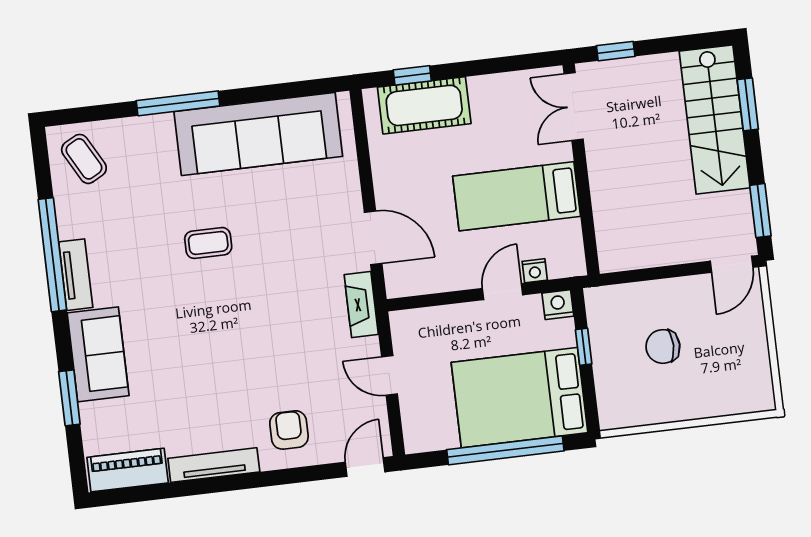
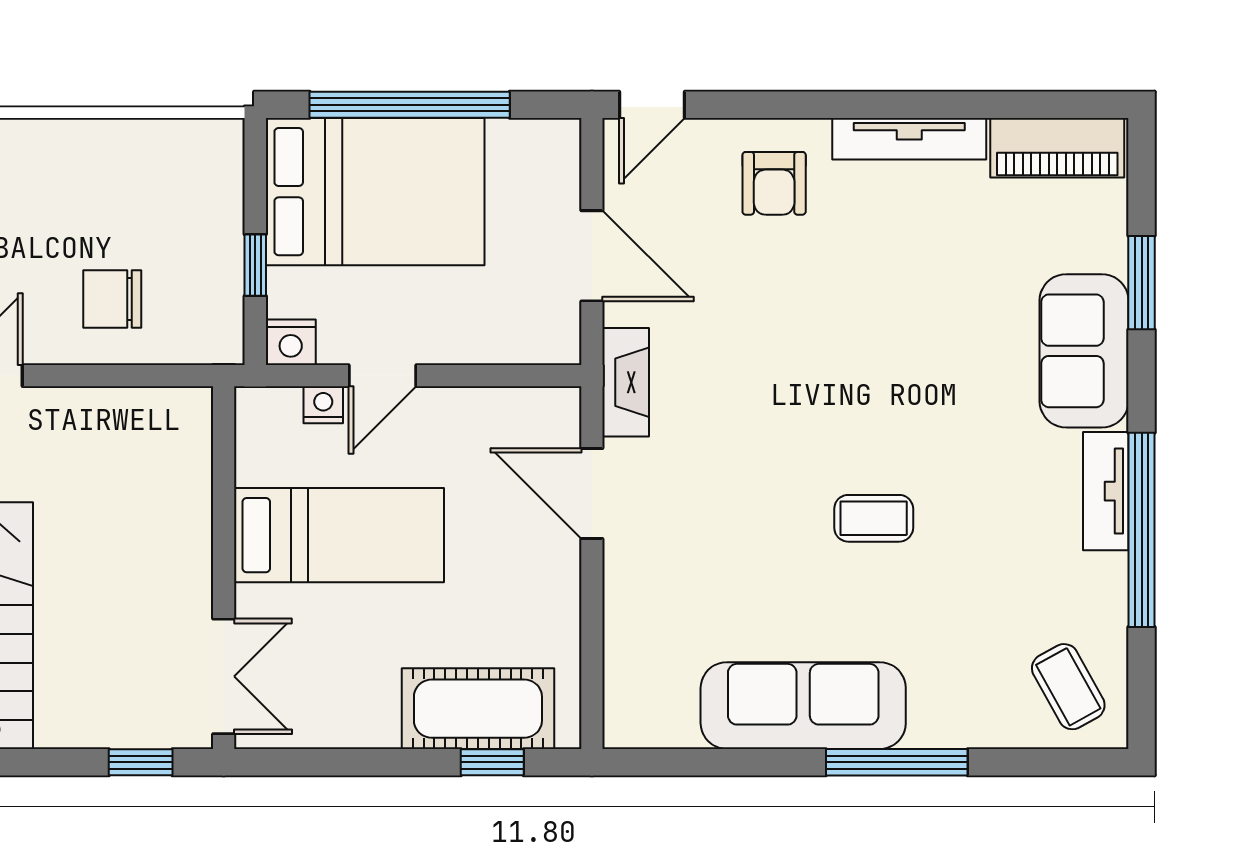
sofa: (258, 134) -> (803, 706), width x0.74, depth x0.79
chair: (663, 346) -> (112, 299), moved, turned 180
door: (389, 375) -> (592, 256), width x1.38

